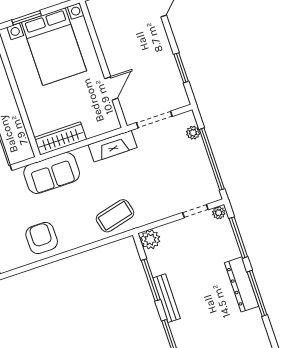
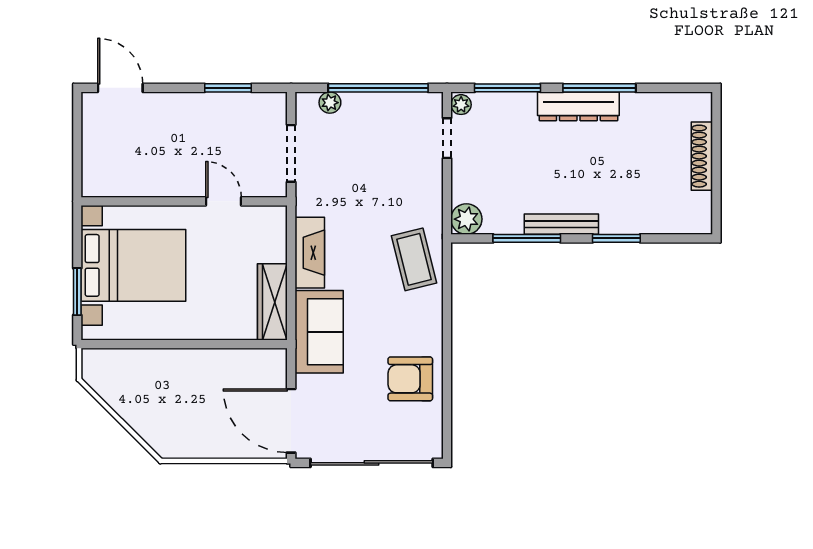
fireplace: (113, 146) -> (310, 253), moved

